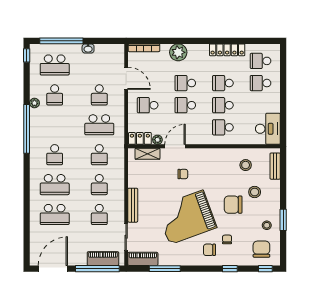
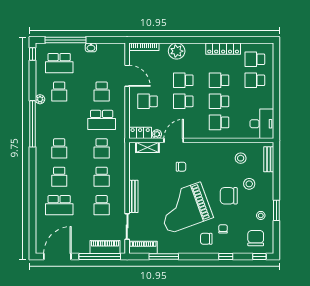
school desk: (55, 185) -> (59, 177), width x0.54

